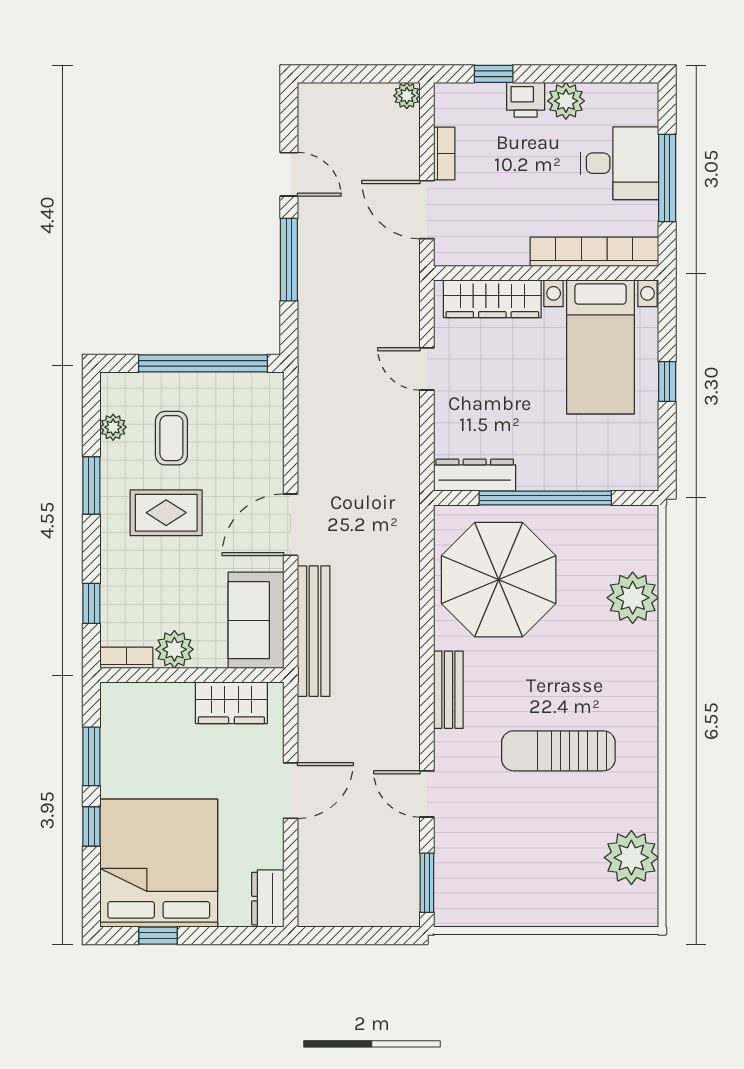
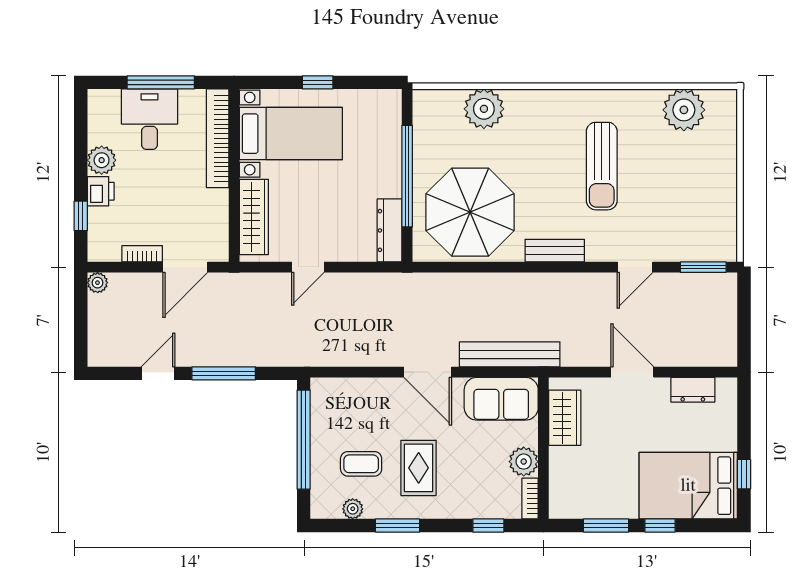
bed: (159, 863) -> (688, 486), width x0.73
dresser: (268, 899) -> (693, 390), moved

